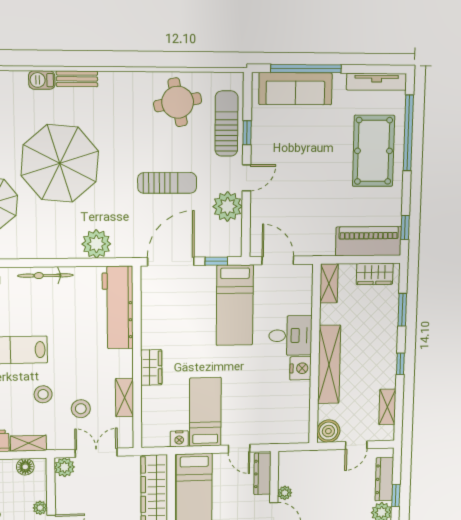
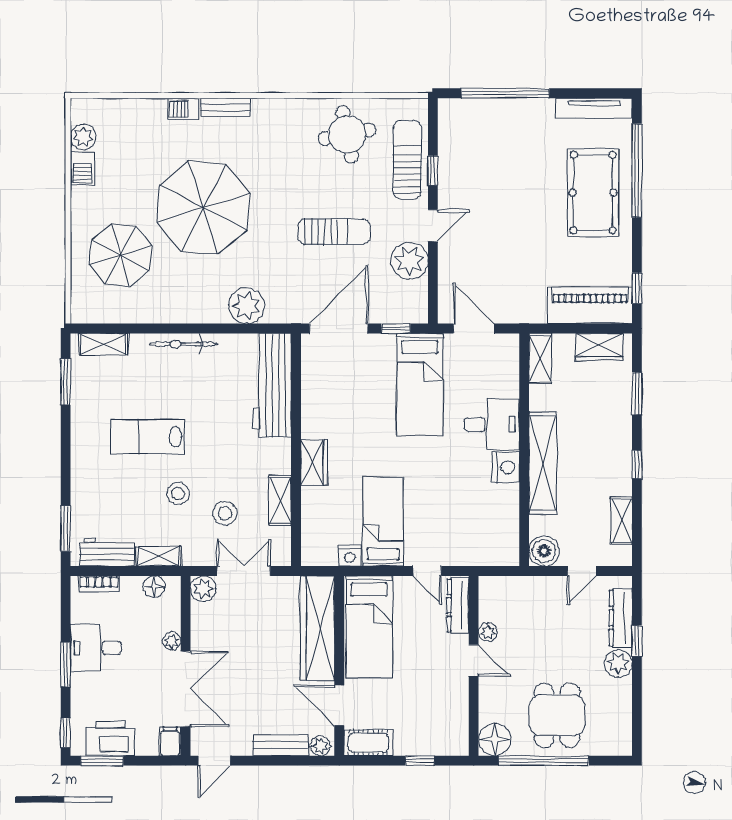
sofa: (295, 89) -> (492, 117), removed

